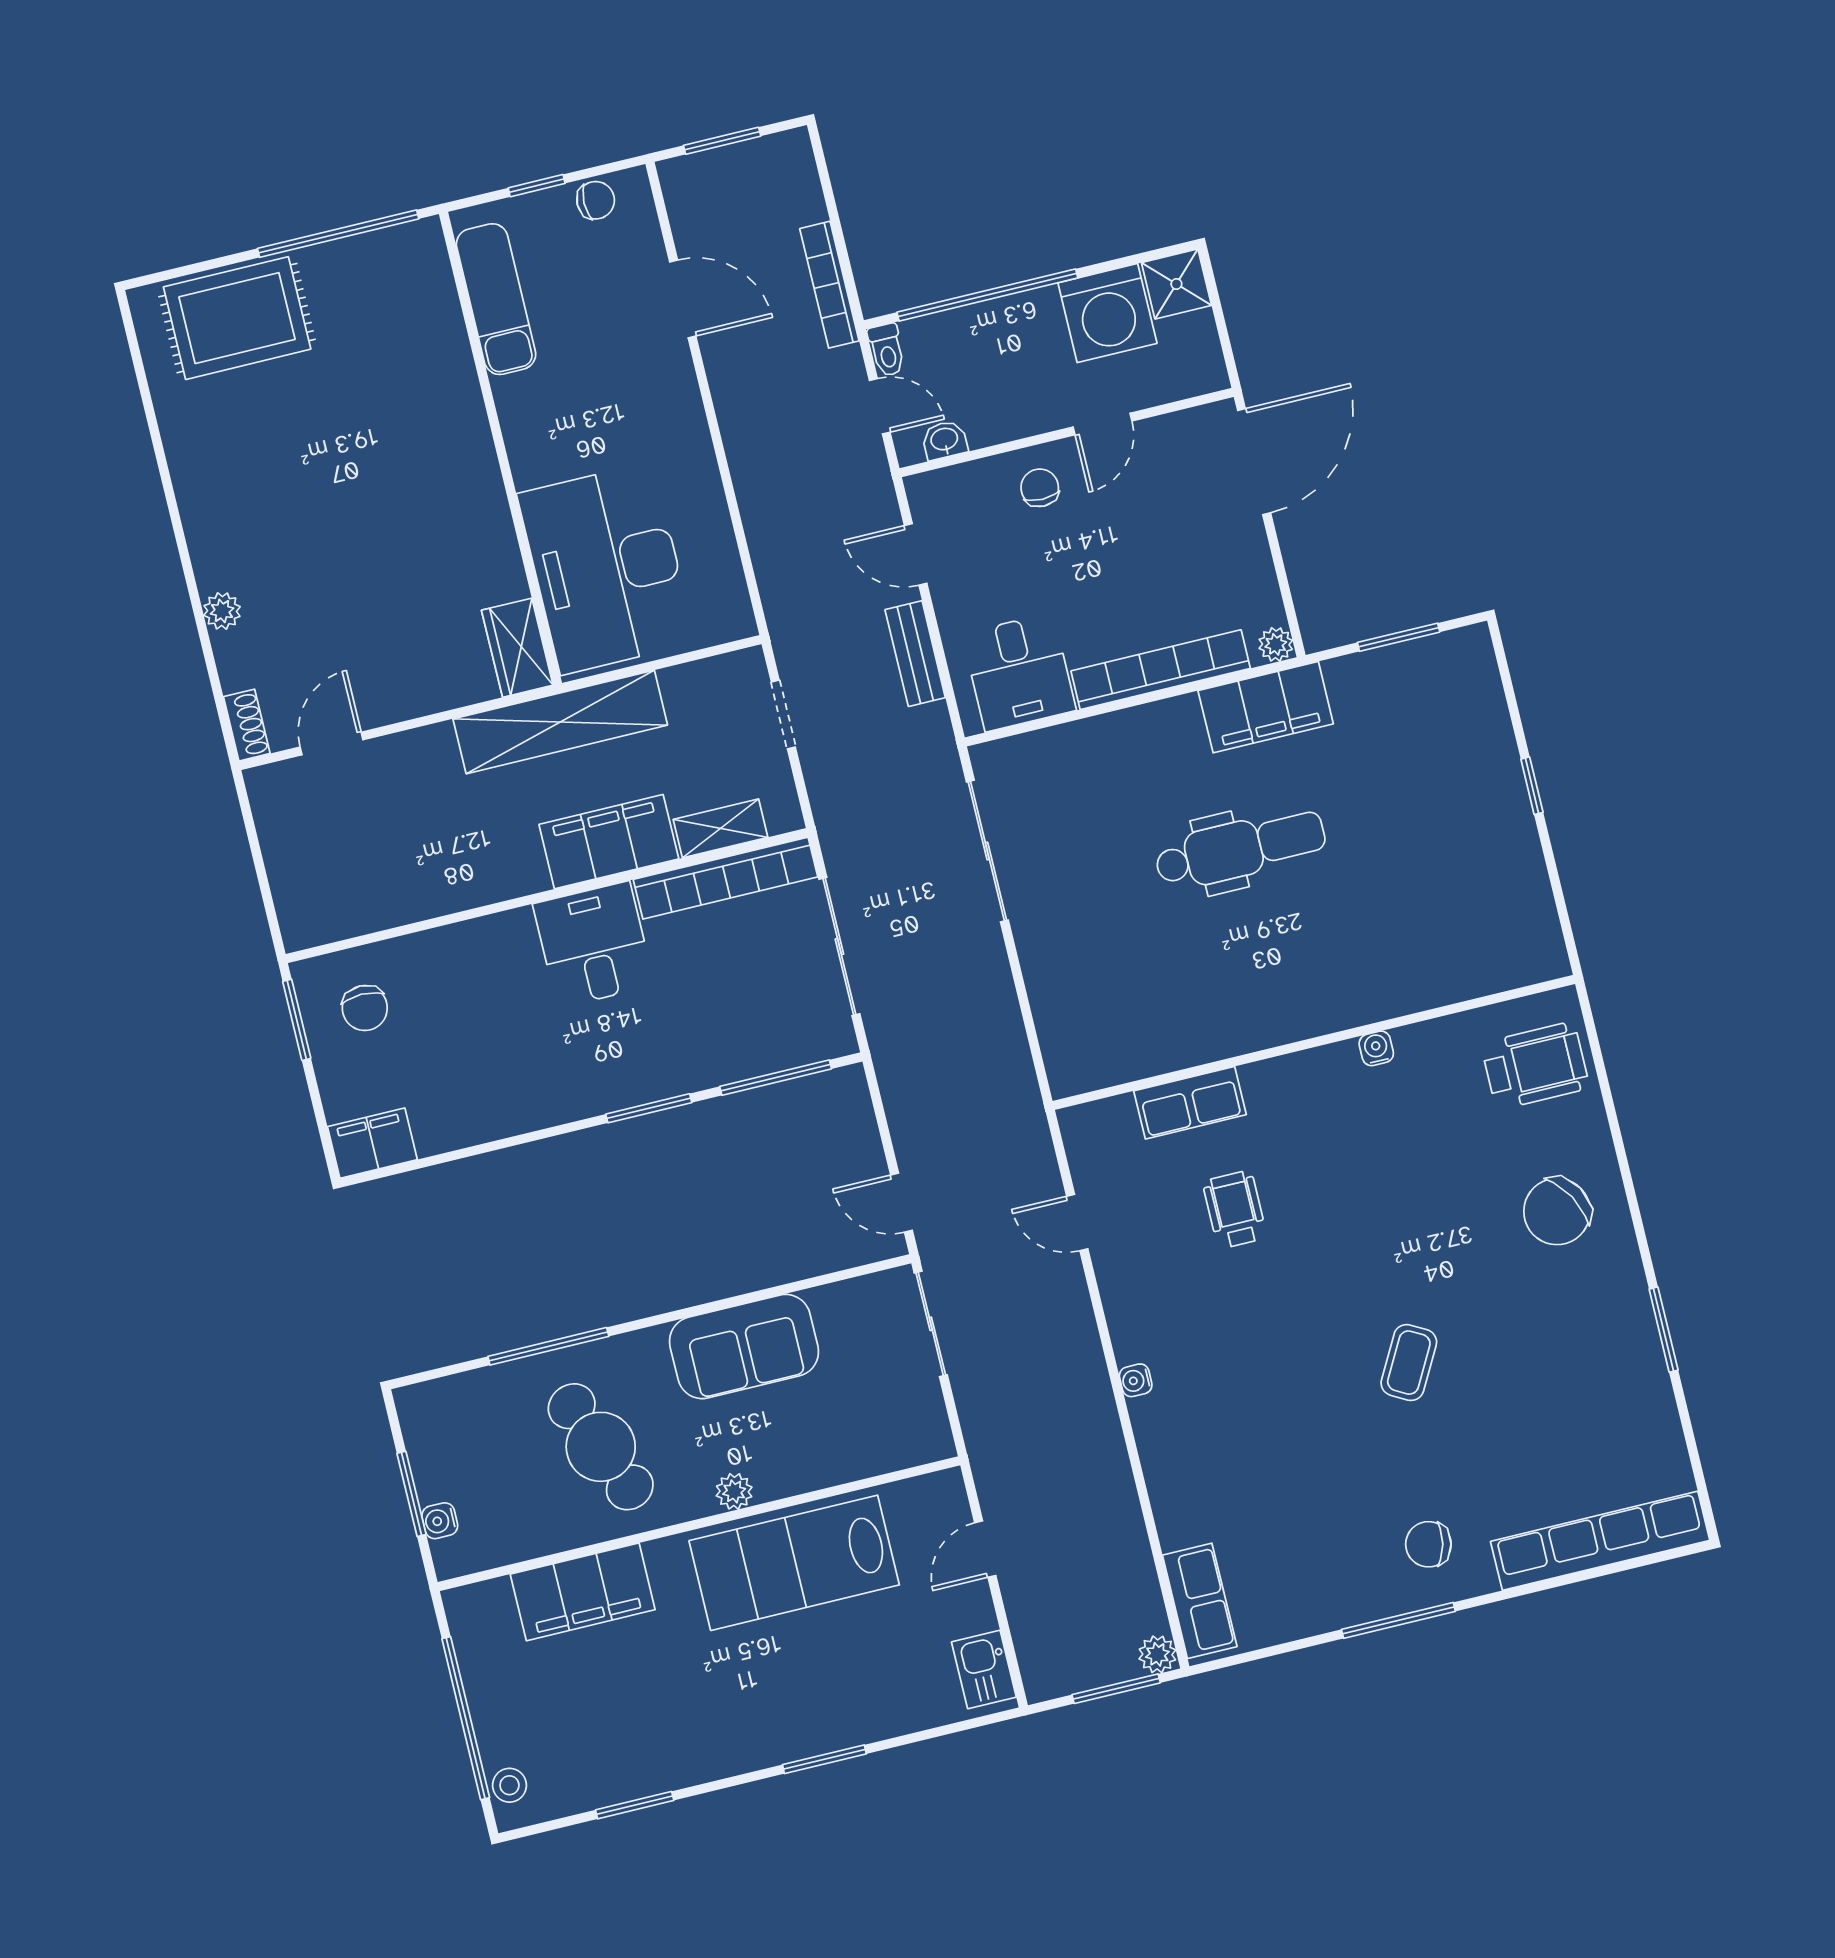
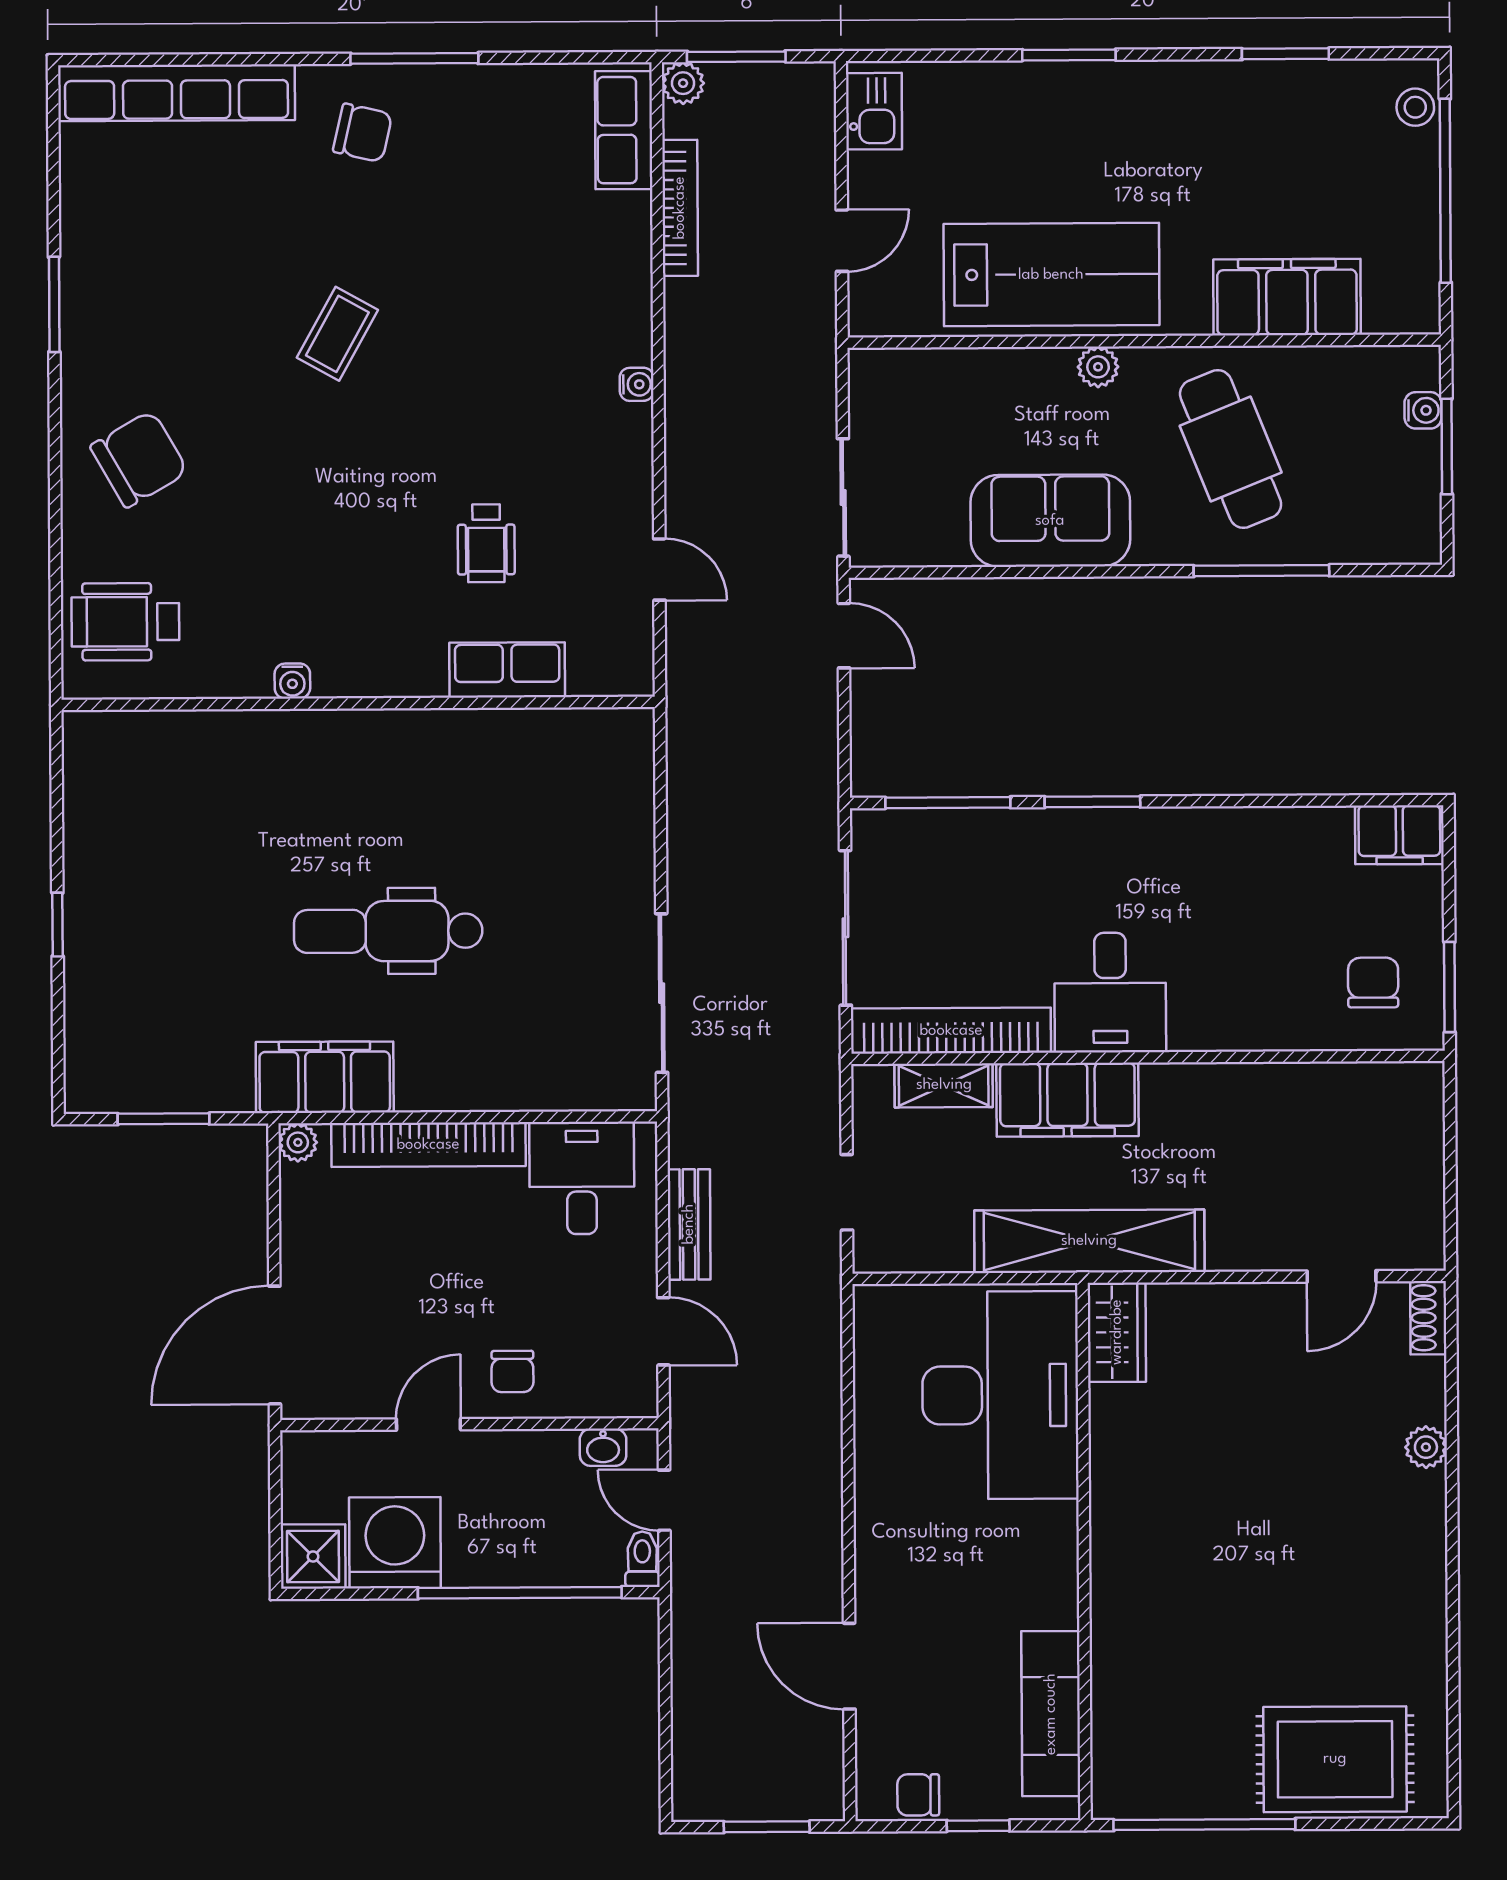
bookcase: (829, 285) -> (680, 208), moved

